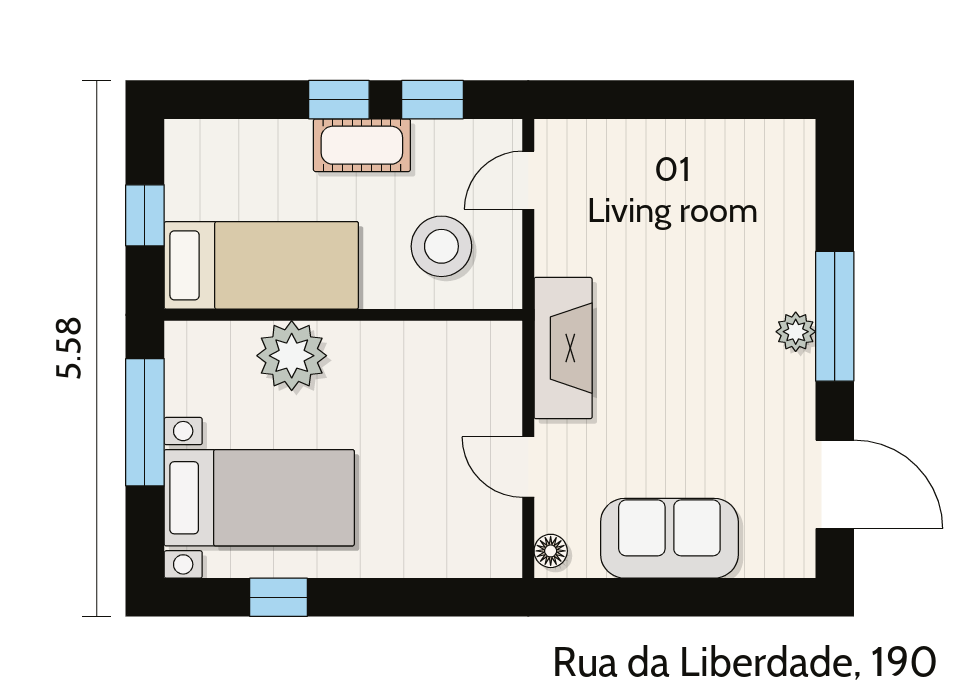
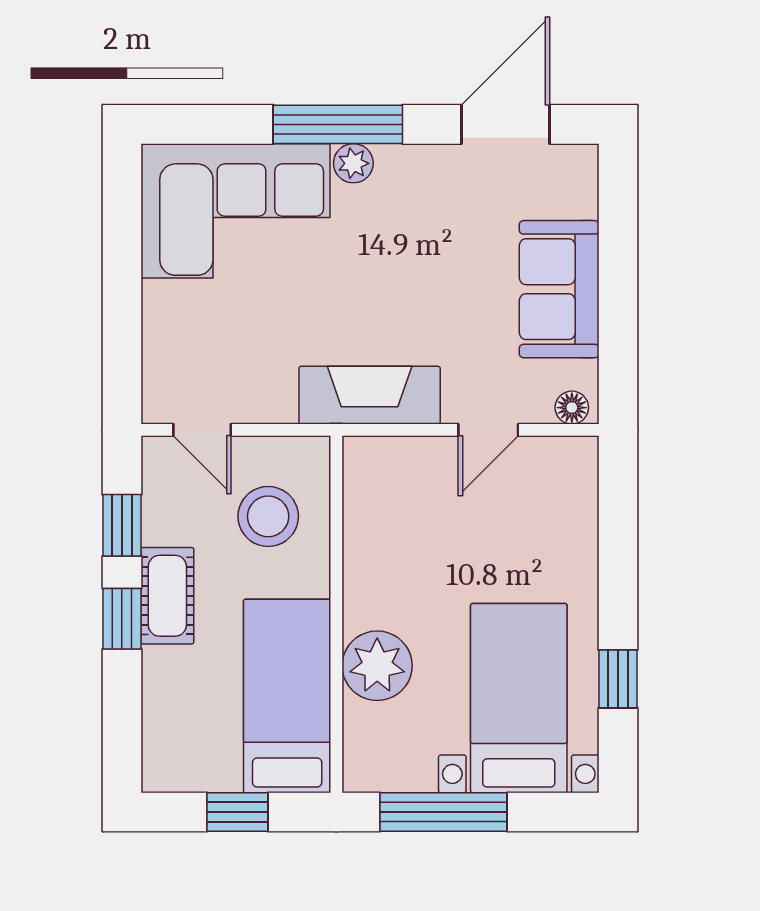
corner sofa: (748, 213) -> (235, 211), added

